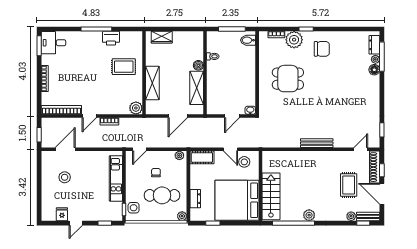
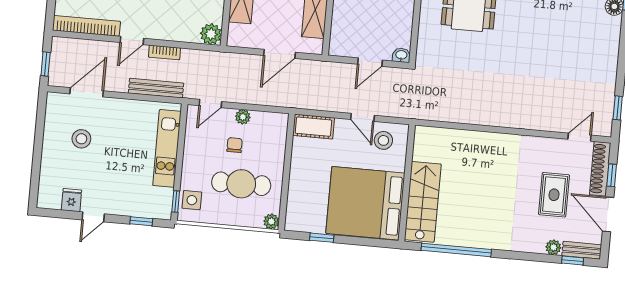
bench: (317, 143) -> (156, 88), moved
plant: (179, 155) -> (243, 117), moved
dresser: (195, 199) -> (296, 194), removed
plant: (309, 215) -> (483, 239), removed

